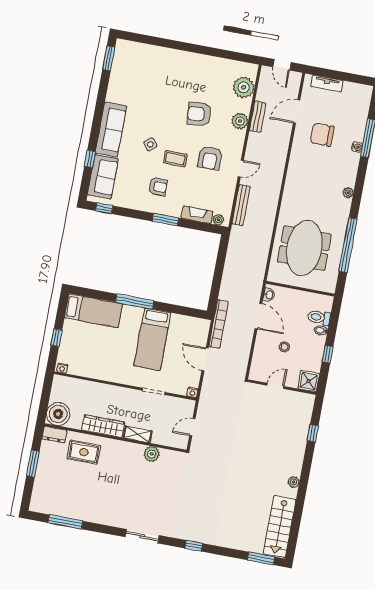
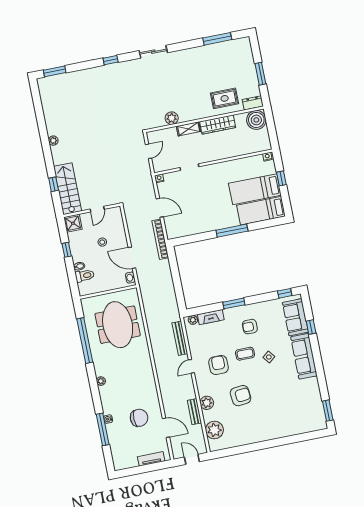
door: (297, 112) -> (166, 428), hinge flipped
bed: (152, 339) -> (255, 189), moved, turned -90
stairs: (280, 527) -> (68, 189), moved

